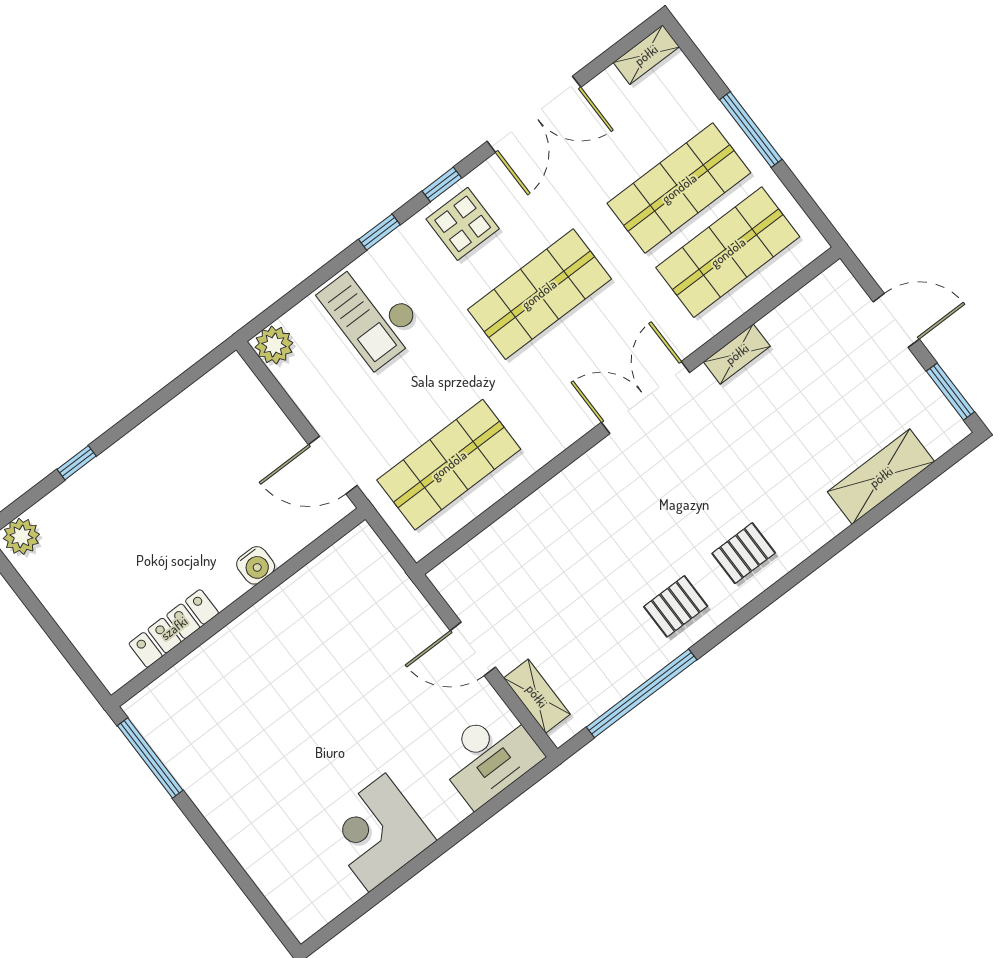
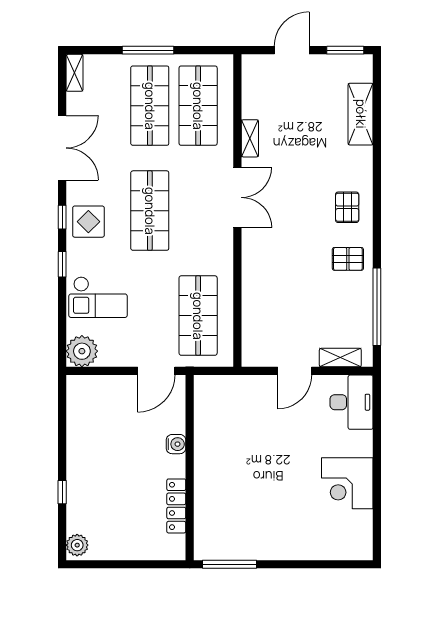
plant: (274, 345) -> (82, 351), width x1.36, depth x1.36
double door: (646, 397) -> (237, 197), swing flipped
pallet: (676, 606) -> (348, 259), turned 90

